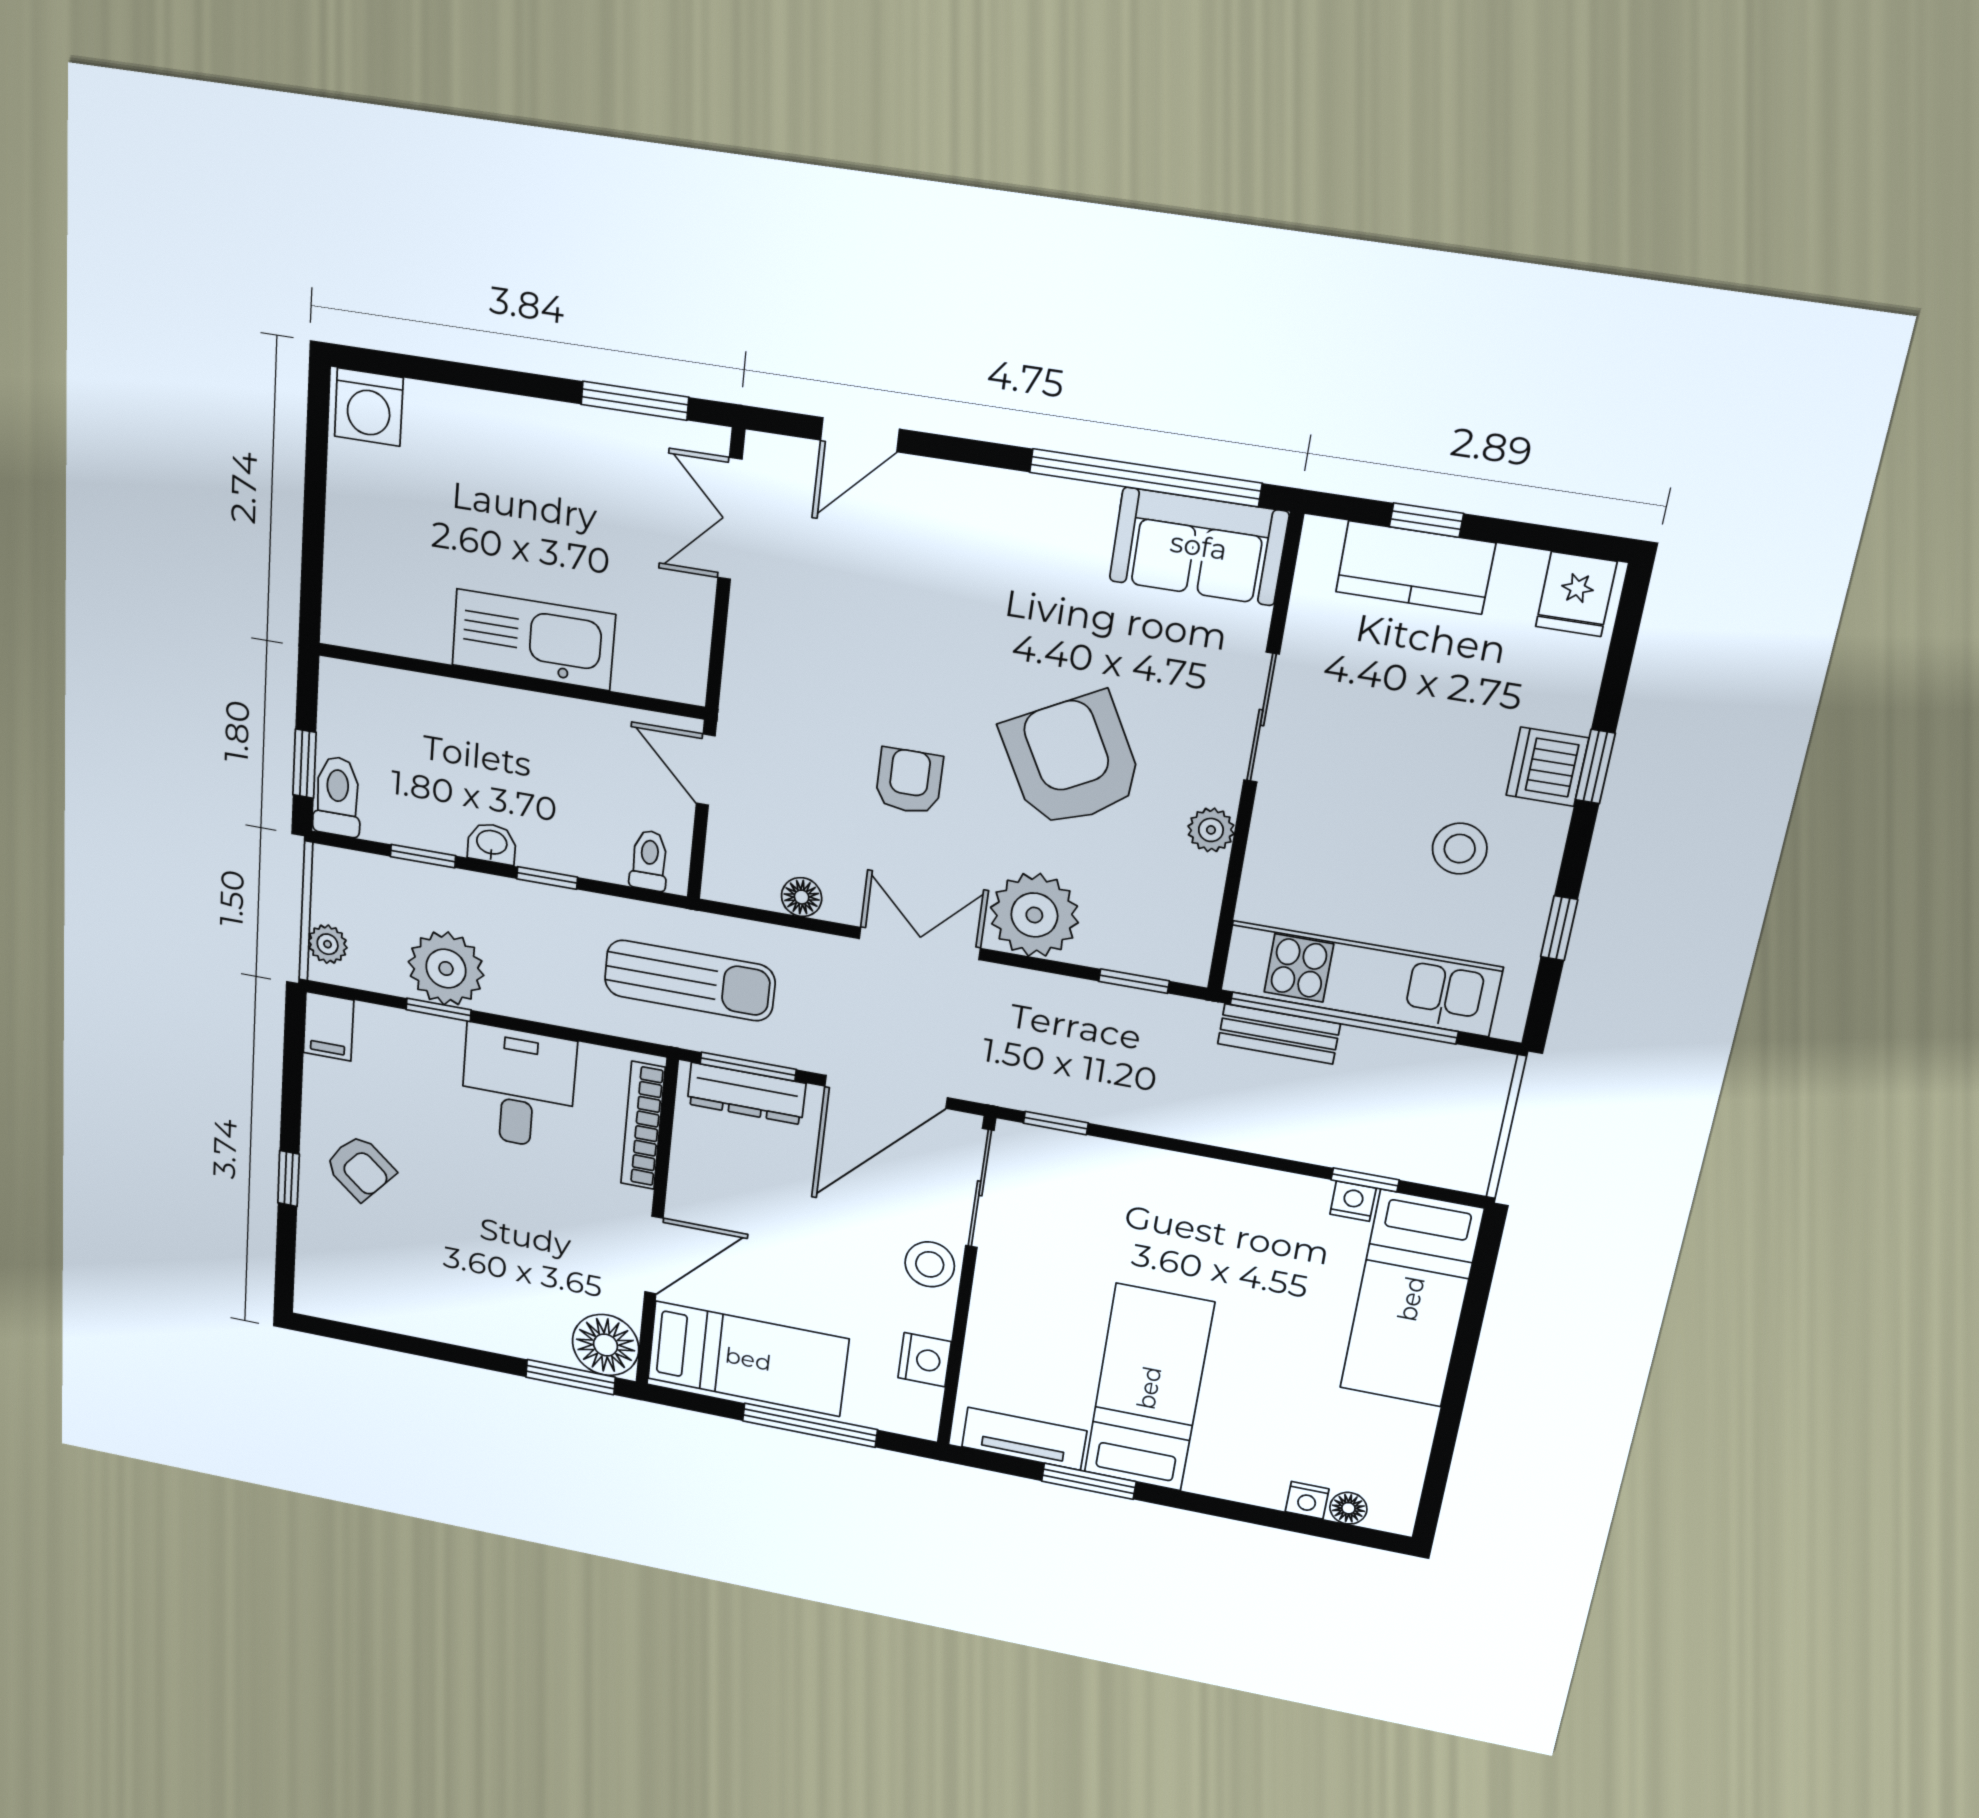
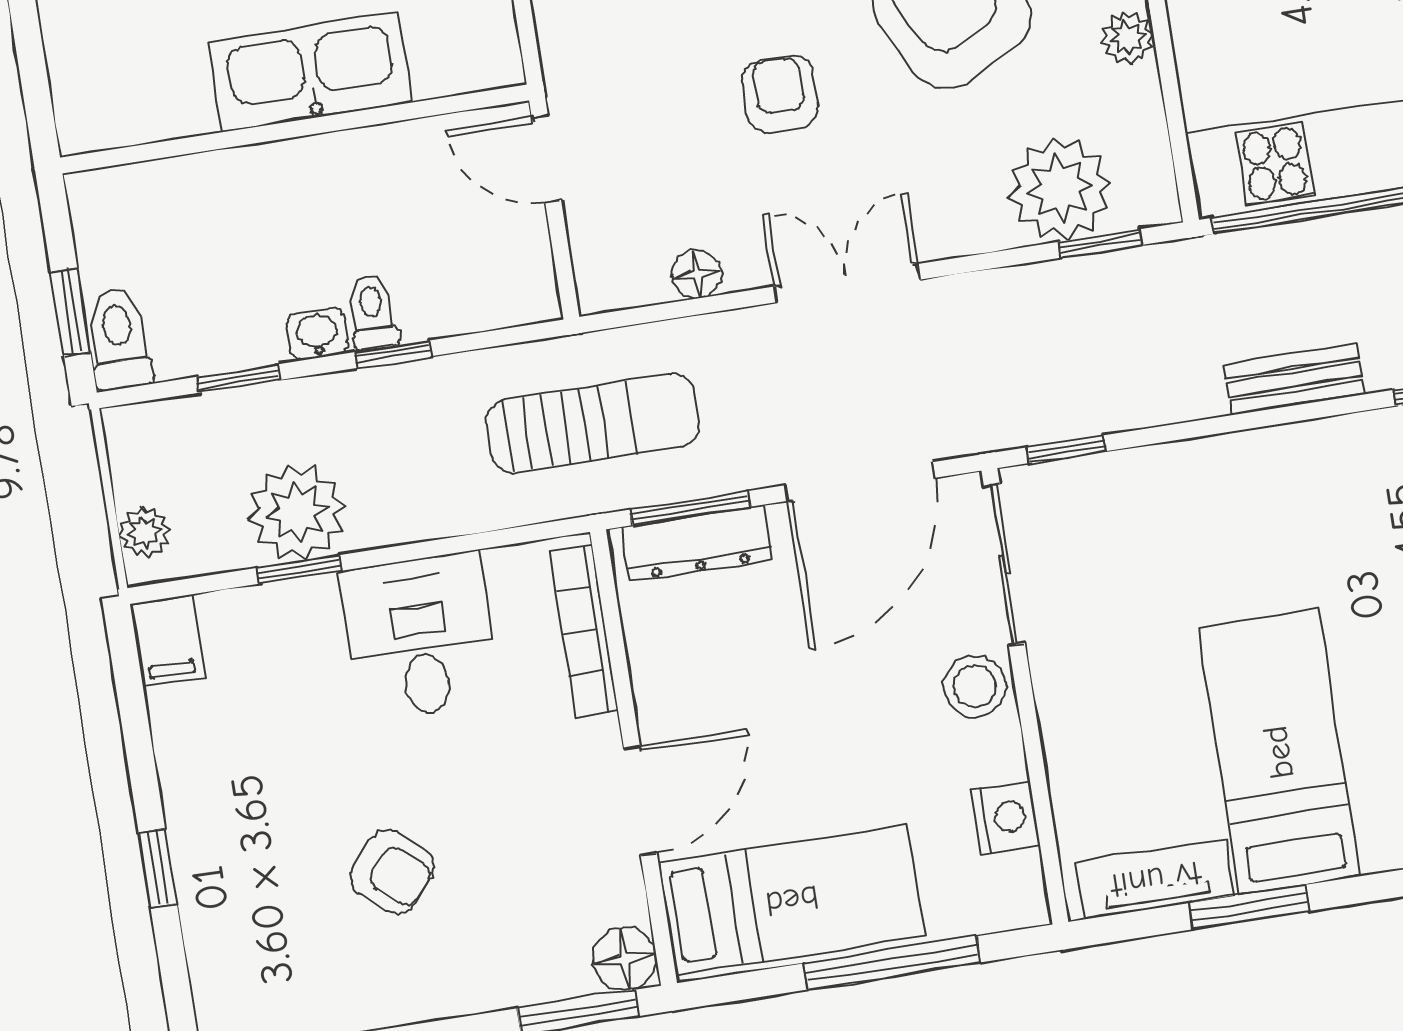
toilet: (649, 860) -> (372, 312), moved
plant: (1034, 915) -> (1060, 189), moved
bench: (1279, 1034) -> (1294, 379), moved
armchair: (360, 1168) -> (392, 872), moved
floor lamp: (606, 1345) -> (625, 959), width x0.73, depth x0.73

